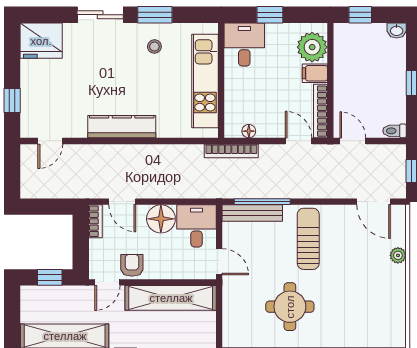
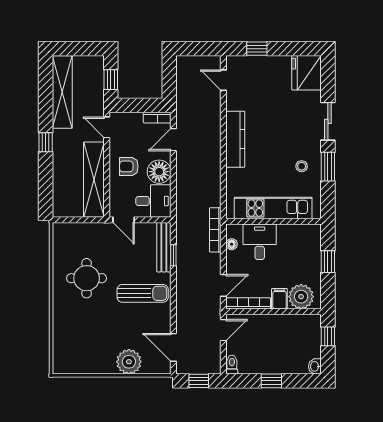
desk: (244, 44) -> (260, 242), moved, turned -90
window: (262, 202) -> (173, 255), width x0.46
door: (373, 202) -> (173, 347), hinge flipped
plant: (398, 255) -> (129, 362), width x1.87, depth x1.87
door: (219, 262) -> (124, 220), hinge flipped
armchair: (132, 265) -> (129, 166), moved, turned 180

